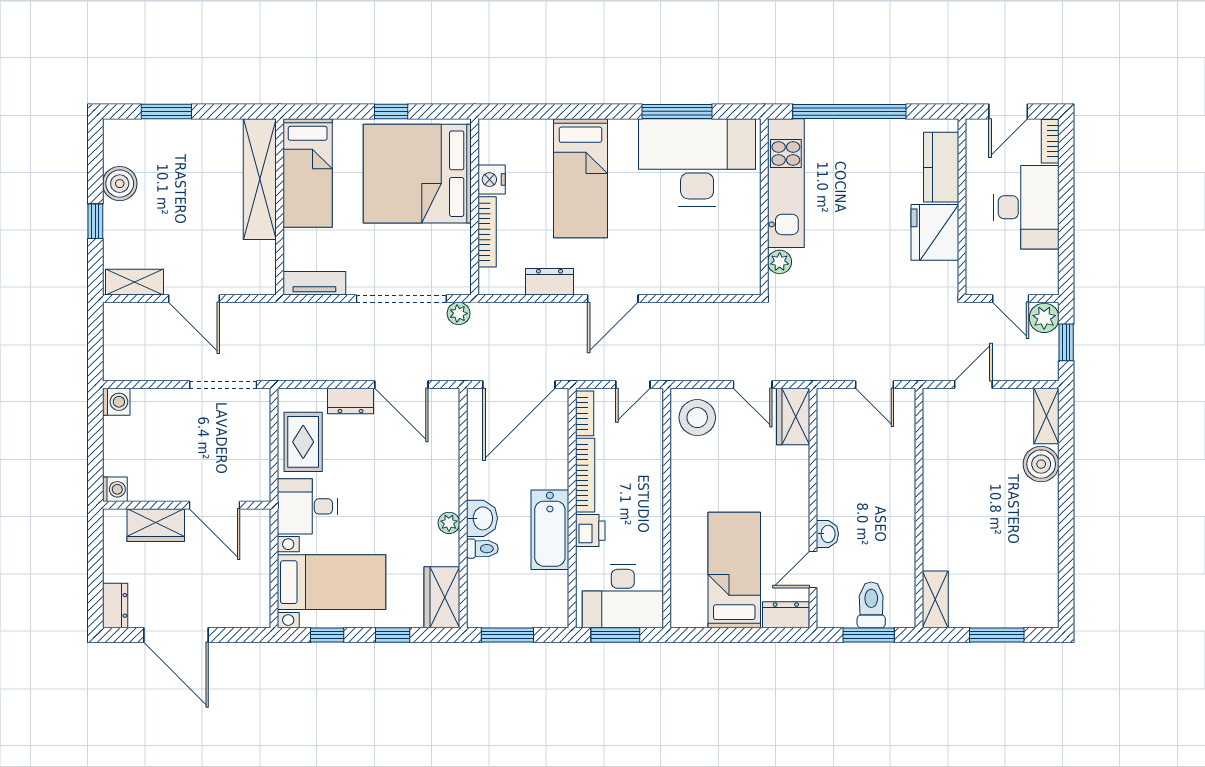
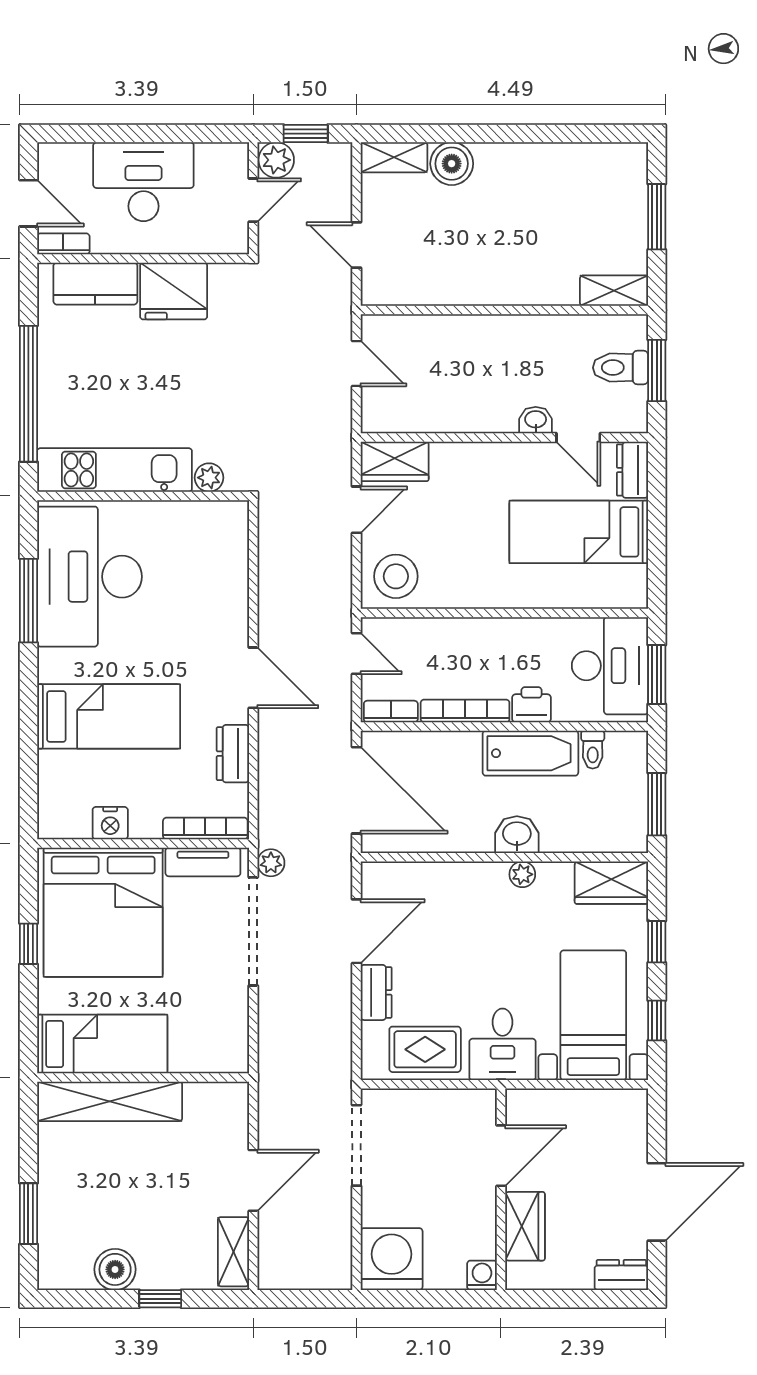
bookcase: (1050, 141) -> (63, 244), moved, turned 180
bookcase: (487, 232) -> (205, 828), moved
tv unit: (314, 283) -> (203, 862), moved, turned -90
door: (875, 385) -> (356, 363), hinge flipped
washing machine: (116, 402) -> (392, 1259), width x1.89, depth x1.89
toilet: (482, 549) -> (593, 750), moved, turned 180

